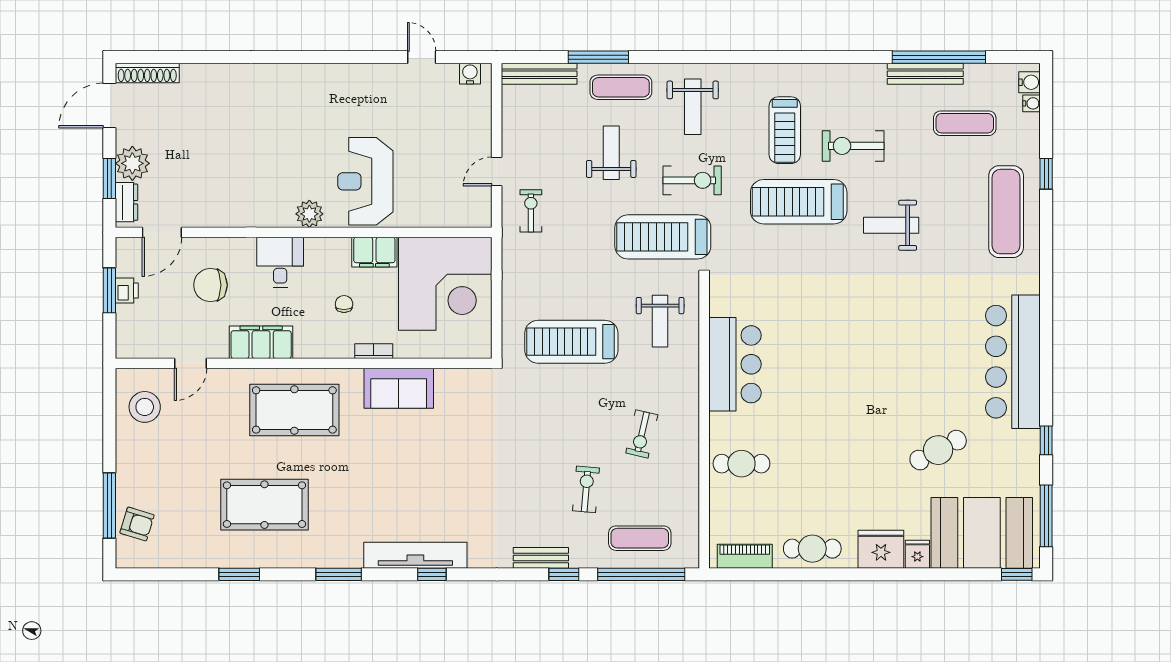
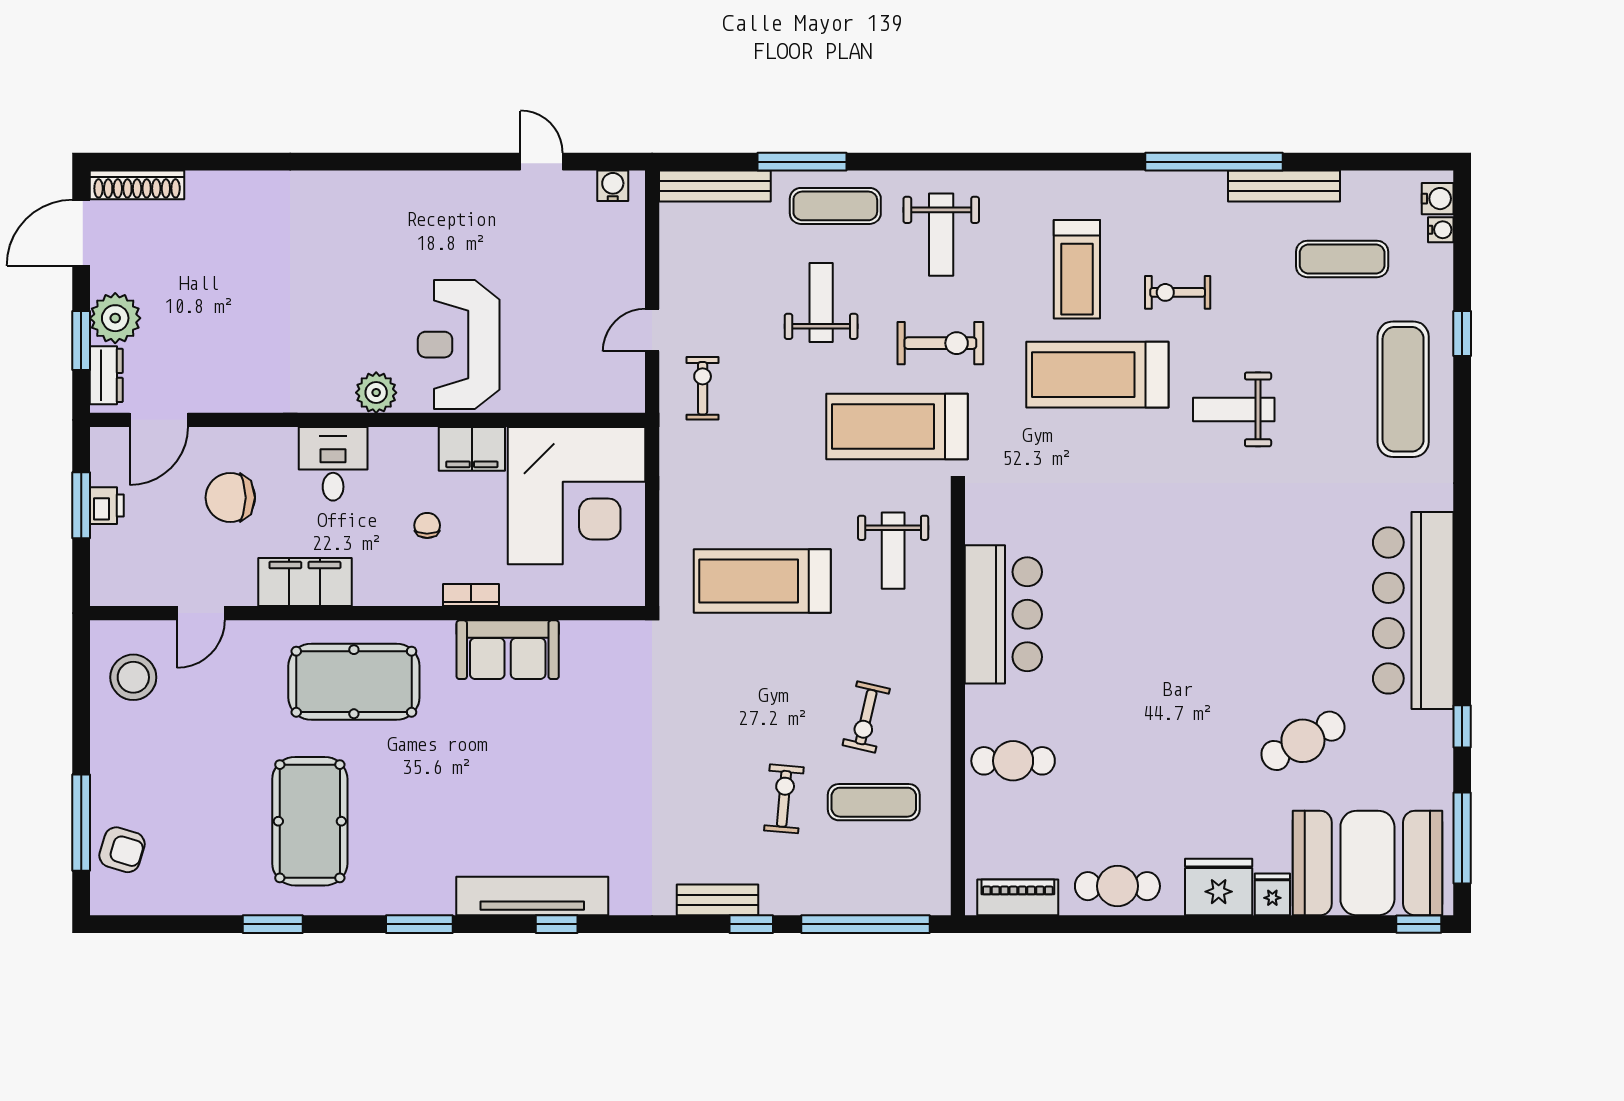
window: (939, 57) -> (1214, 162), moved
exercise bike: (853, 146) -> (1178, 292), width x0.73, depth x0.72
pool table: (264, 505) -> (310, 821), turned 90
exercise mat: (640, 538) -> (874, 802), moved

